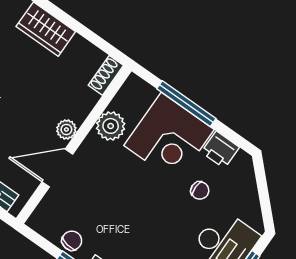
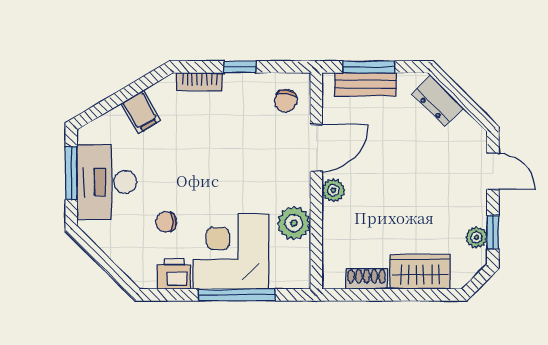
shoe rack: (106, 75) -> (367, 279), moved, turned -90
chair: (72, 241) -> (286, 101), moved

